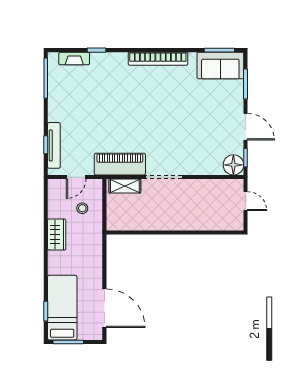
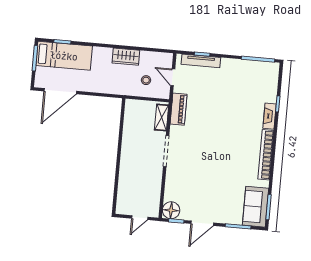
fireplace: (74, 59) -> (270, 116), moved
piano: (120, 164) -> (179, 109), width x0.73, depth x0.75

